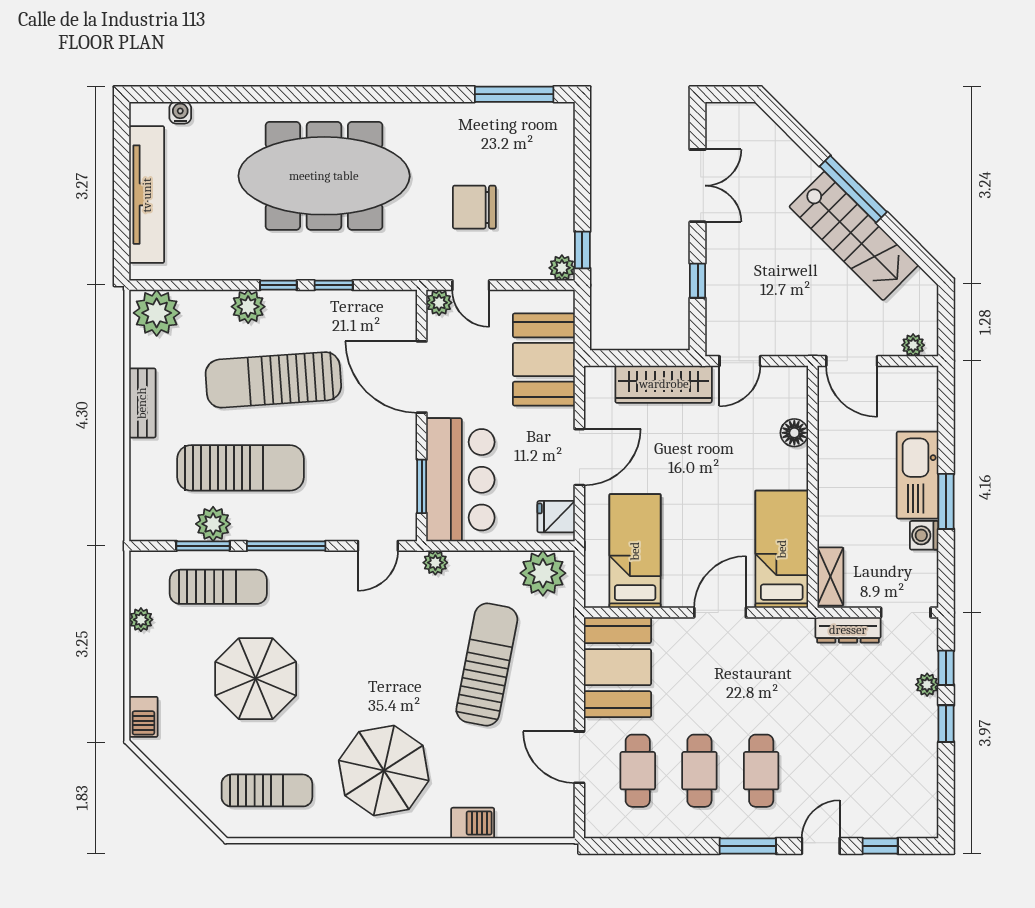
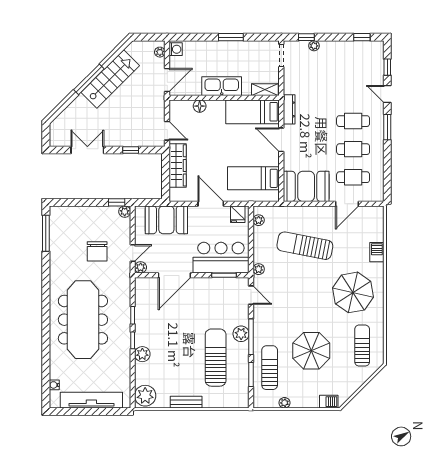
sun lounger: (273, 380) -> (176, 343), removed
kitchen sink: (918, 475) -> (222, 86), moved, turned 180
plant: (213, 524) -> (241, 334), moved
washing machine: (924, 535) -> (176, 49), moved, turned -90
plant: (543, 573) -> (259, 220), width x0.53, depth x0.53
dresser: (848, 630) -> (289, 109), moved
window: (946, 724) -> (362, 37), moved

